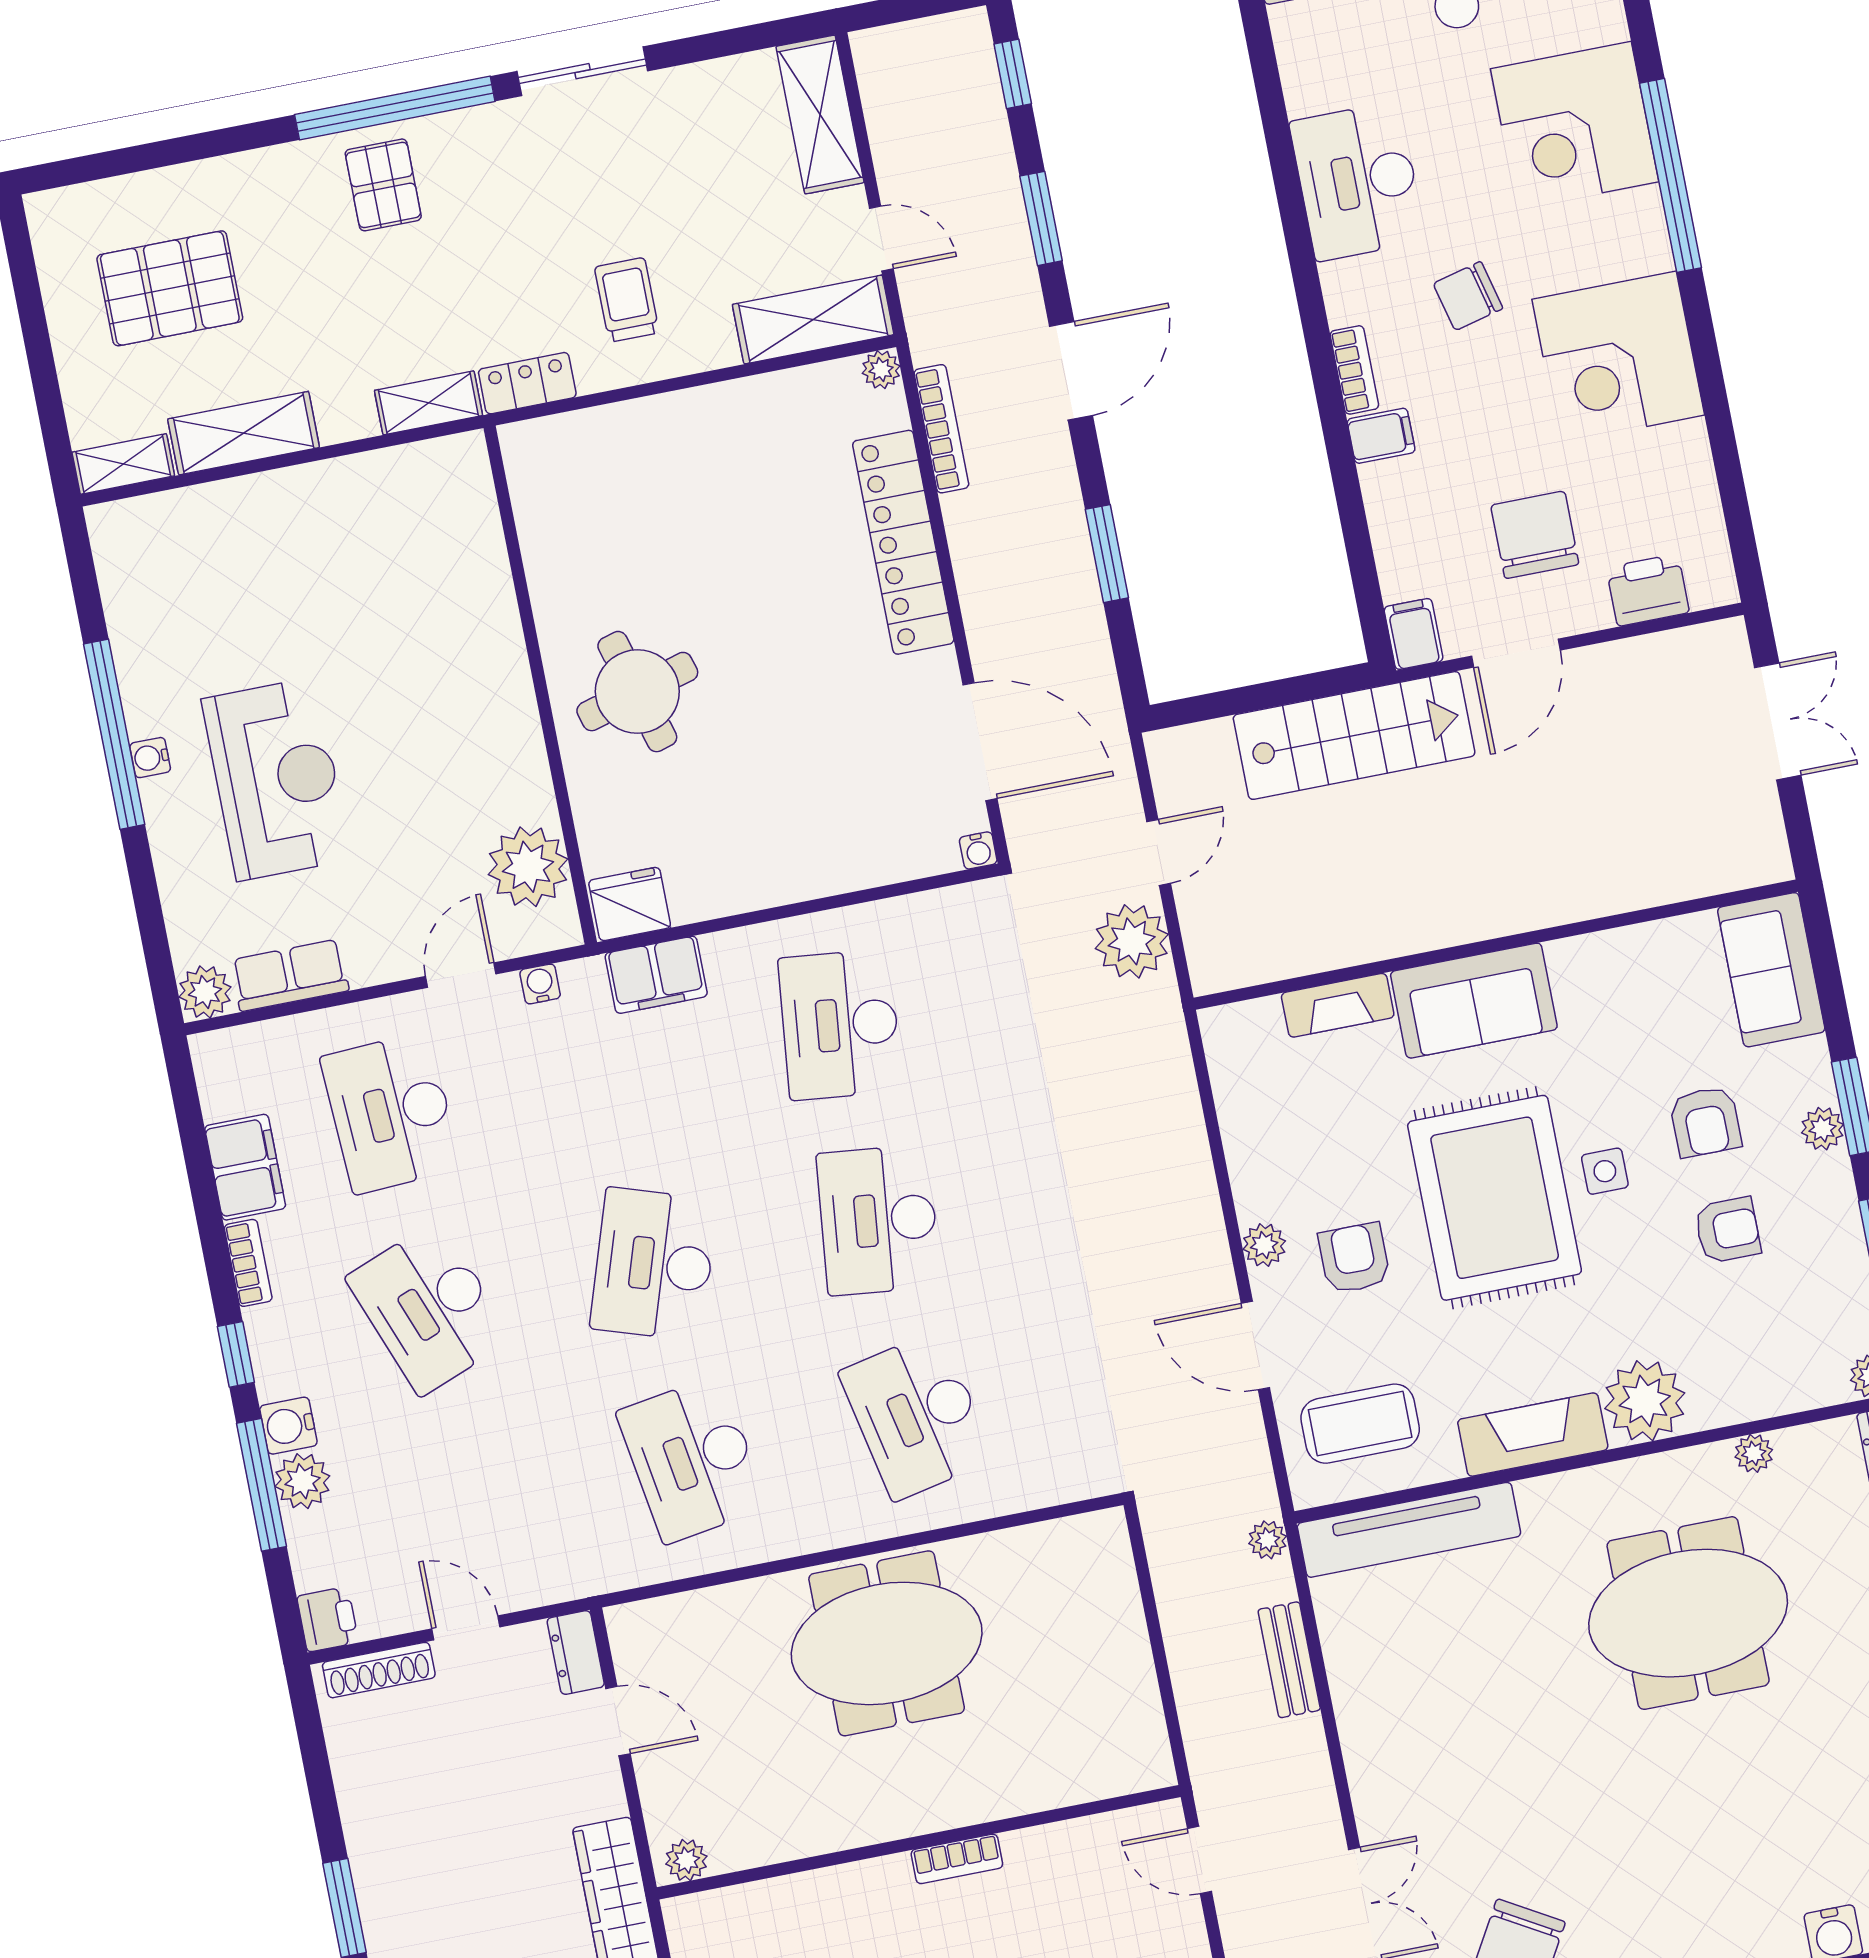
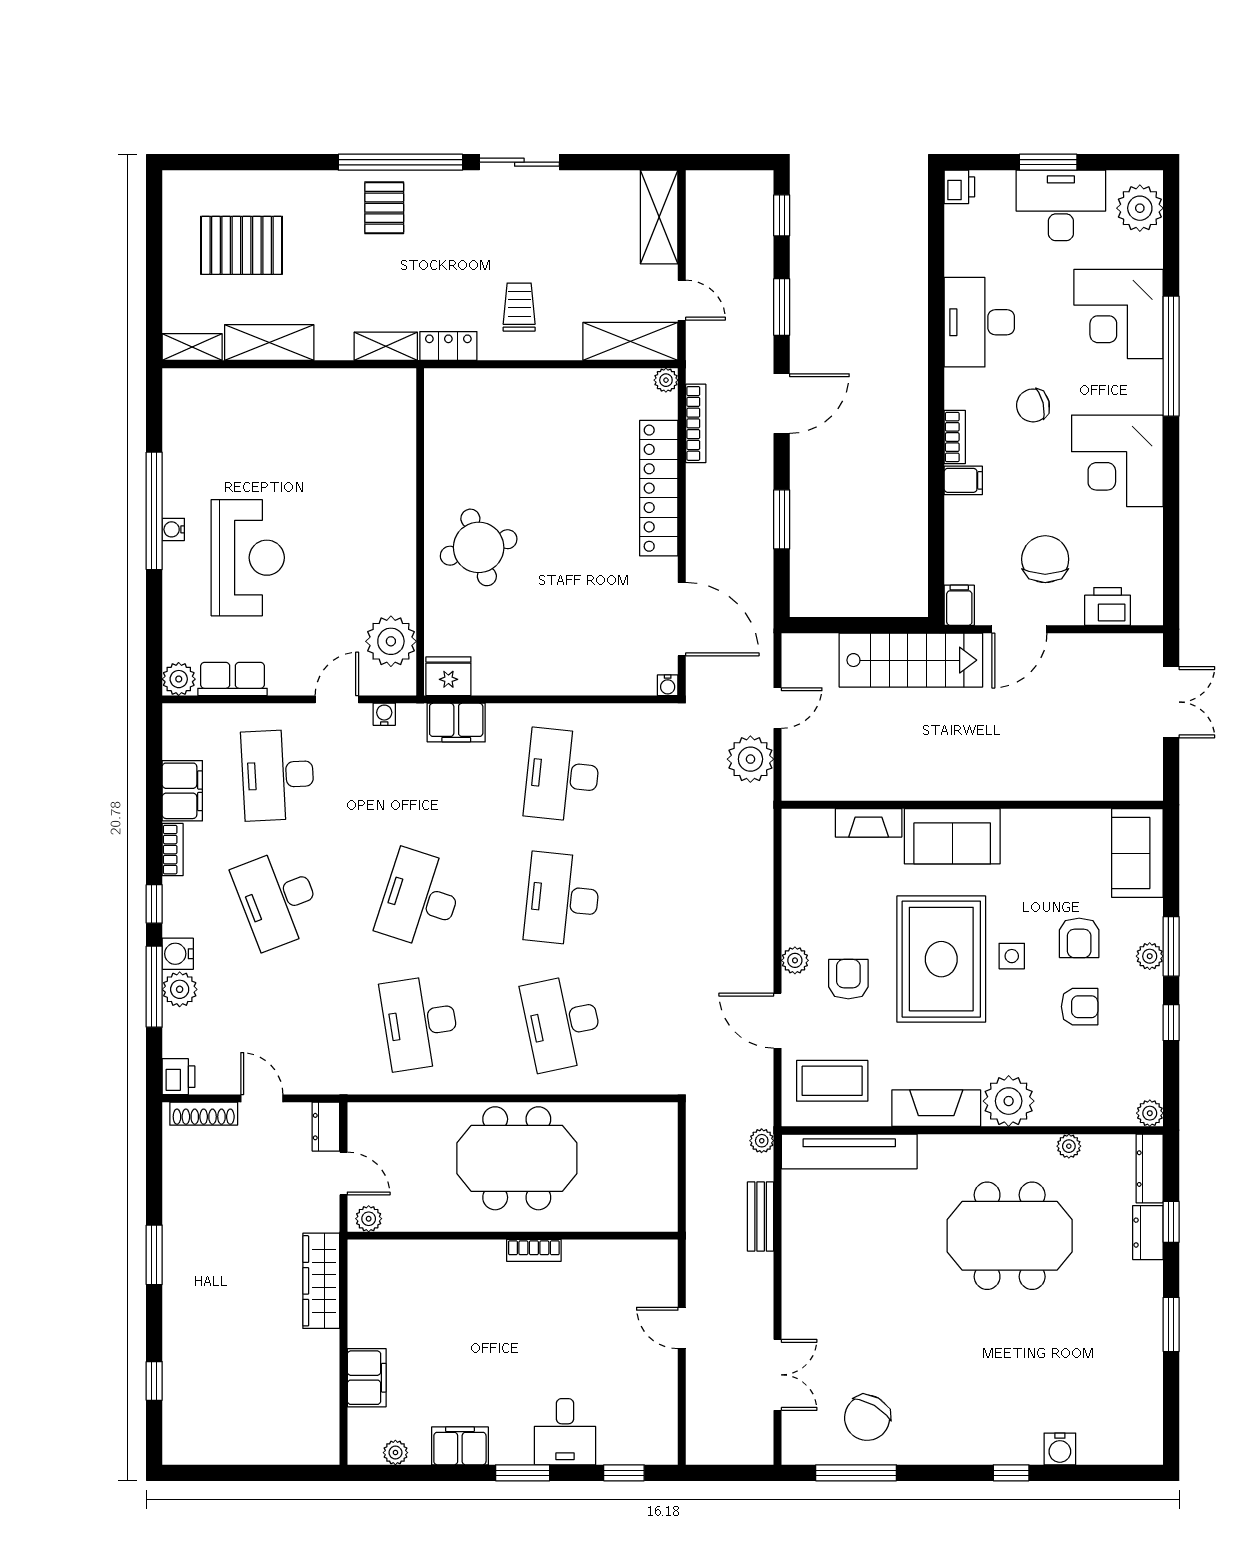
wall: (919, 1842) -> (513, 1236), moved
bookcase: (957, 1859) -> (534, 1250), moved
plant: (686, 1860) -> (369, 1219), moved

